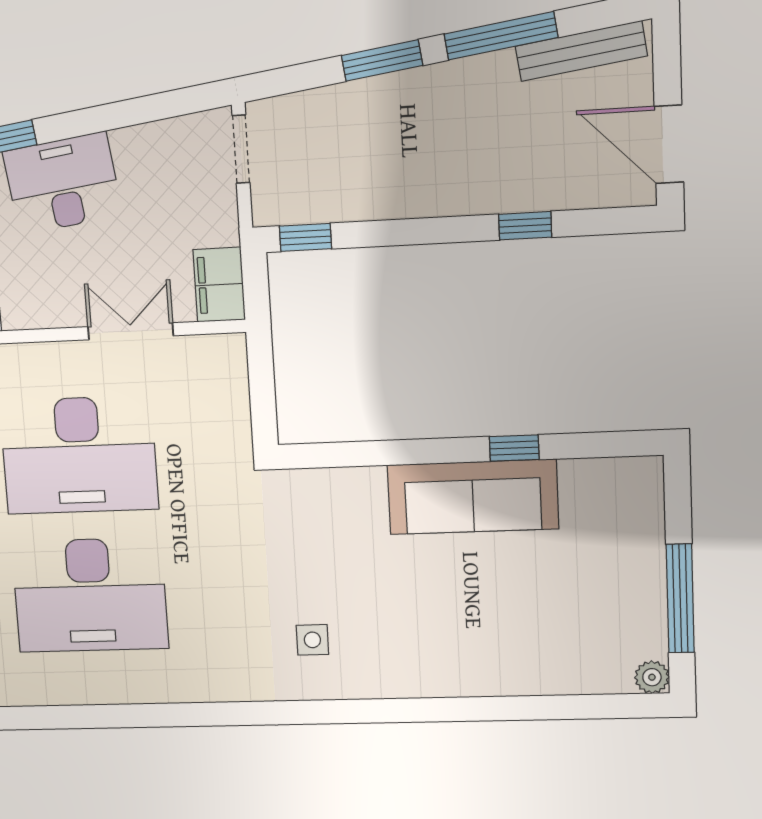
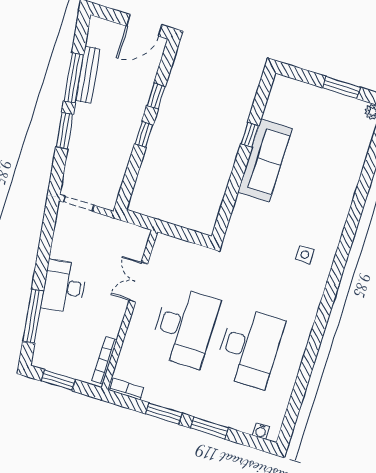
bench: (581, 51) -> (88, 75), moved
window: (305, 237) -> (144, 134), moved
filing cabinet: (219, 285) -> (133, 235), removed
window: (680, 598) -> (341, 88), width x0.69

